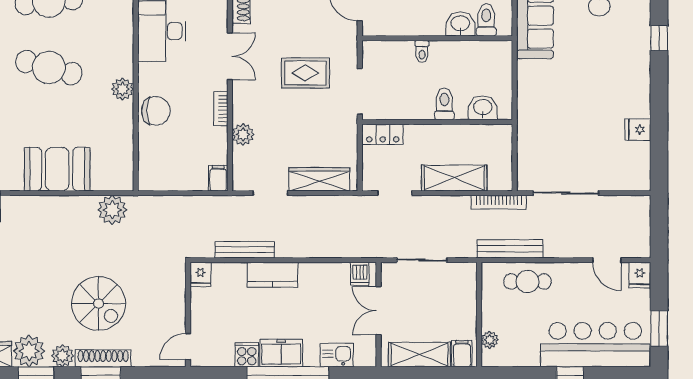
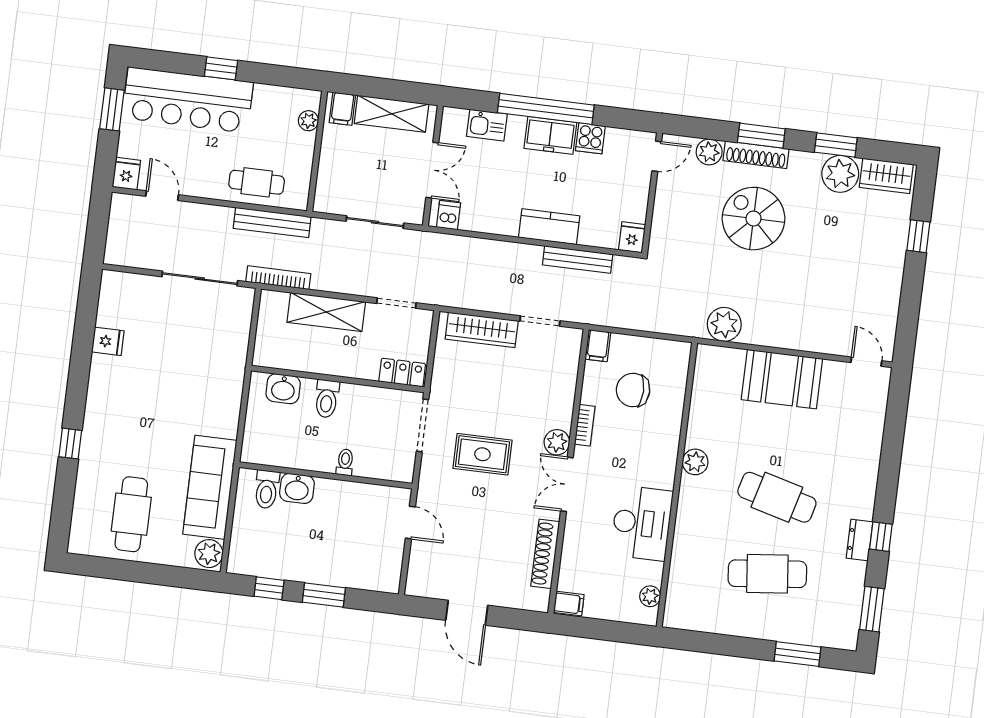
chair: (156, 111) -> (633, 390), moved
plant: (243, 134) -> (557, 442), moved
plant: (63, 356) -> (709, 152), moved

